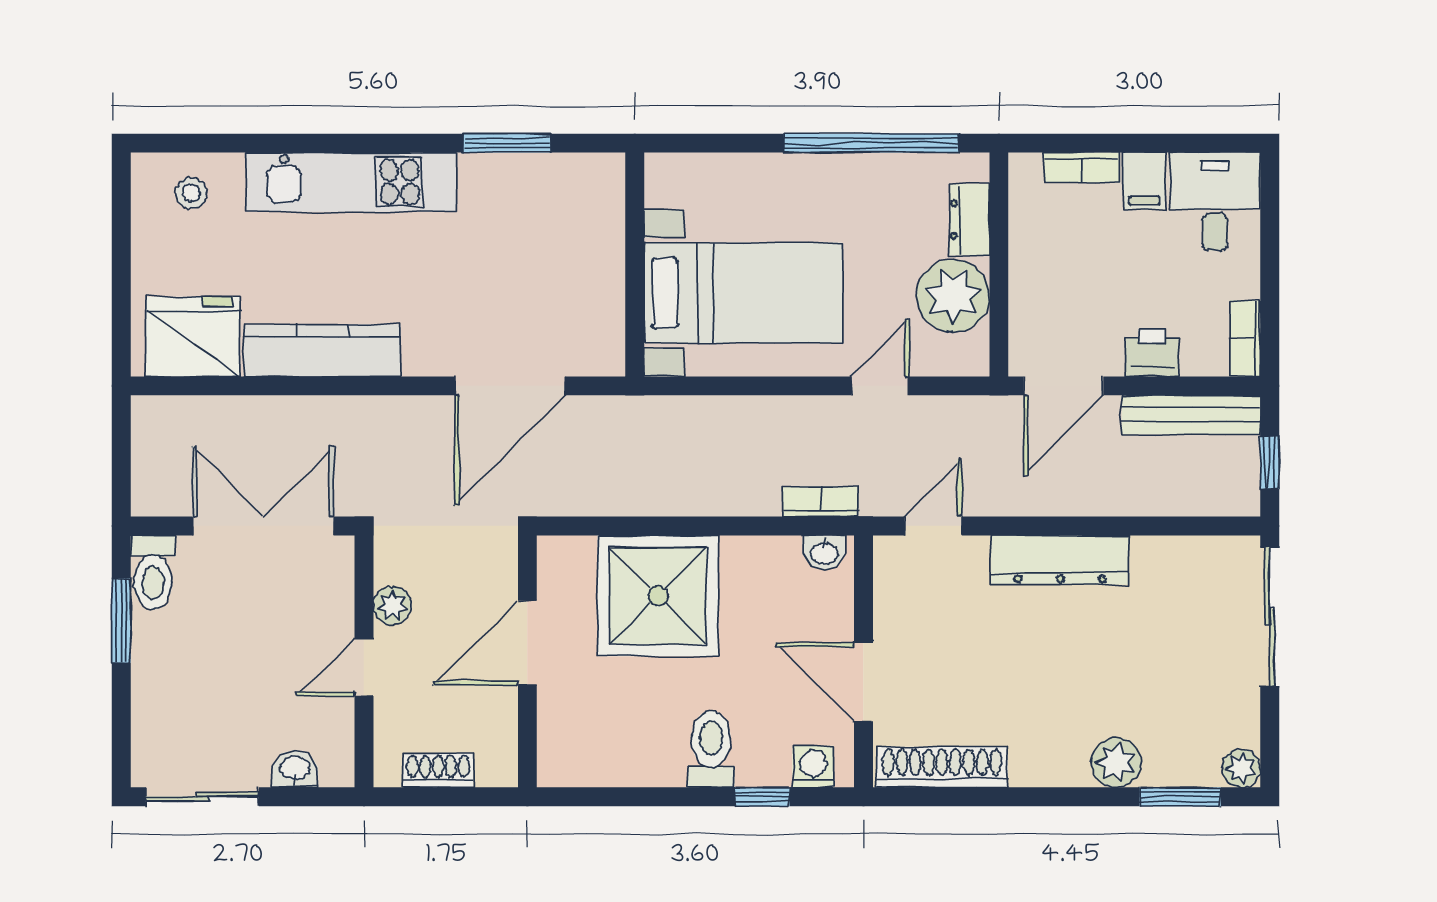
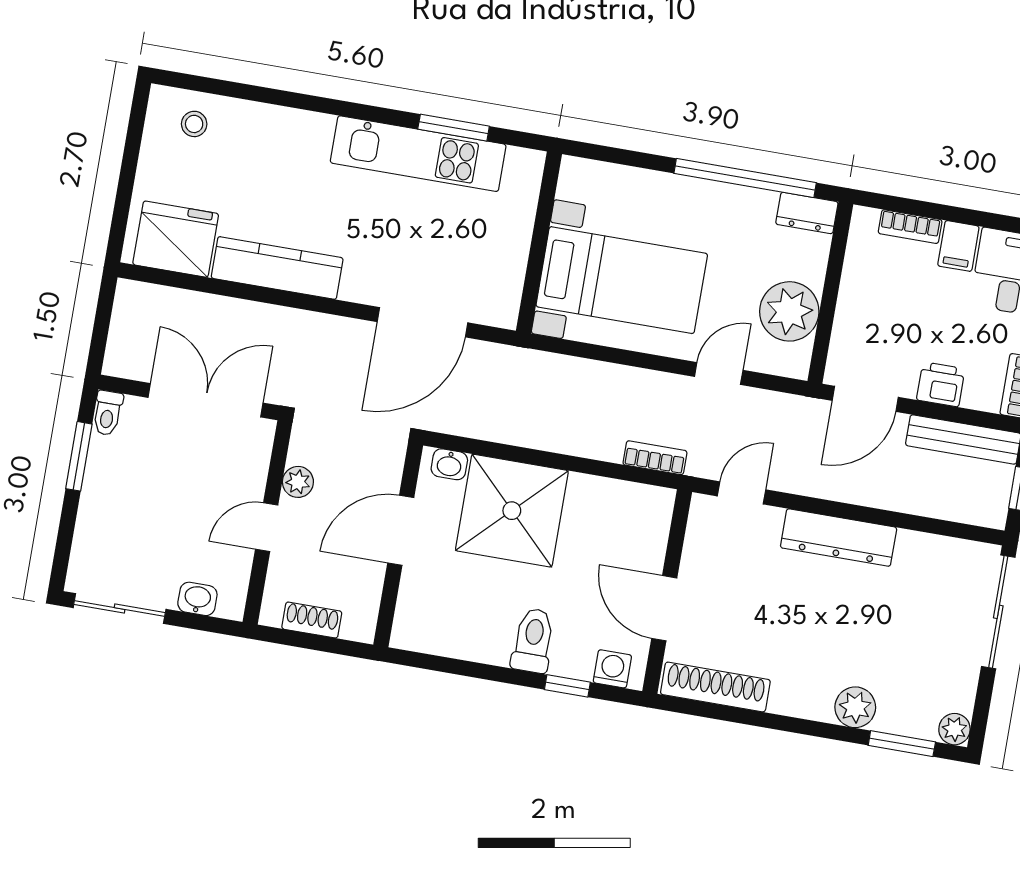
kitchen unit: (351, 182) -> (418, 154), moved
dresser: (969, 220) -> (807, 213), moved, turned -90
washbasin: (824, 553) -> (449, 464), moved
toilet: (153, 572) -> (108, 413), width x0.73, depth x0.72

